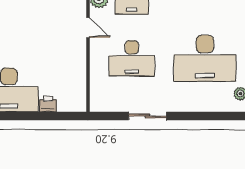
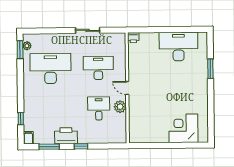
printer: (48, 104) -> (133, 38), moved

